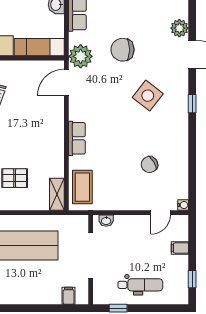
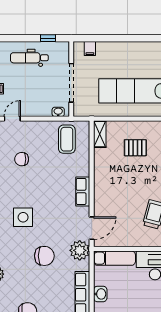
side table: (148, 96) -> (23, 217), turned -38
row of seats: (77, 138) -> (83, 191), moved
chair: (149, 165) -> (22, 159), turned -148
coffee table: (82, 187) -> (67, 139), moved

